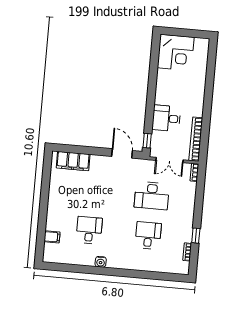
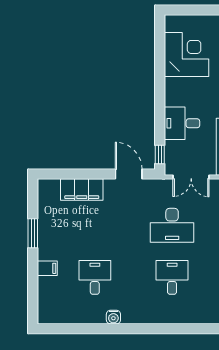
corner desk: (176, 53) -> (187, 54), moved, turned -90
filing cabinet: (73, 161) -> (82, 190), moved
window: (45, 192) -> (33, 233), added
filing cabinet: (52, 237) -> (47, 268), moved

